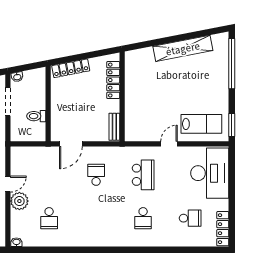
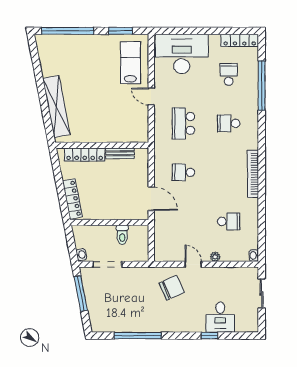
shelving: (183, 48) -> (56, 107), moved
window: (232, 125) -> (120, 31), moved
bench: (114, 127) -> (120, 153), moved
school desk: (143, 175) -> (183, 123), turned -90
plant: (19, 201) -> (215, 257), width x0.53, depth x0.53
school desk: (143, 218) -> (229, 123), turned 180
bookcase: (95, 241) -> (253, 174), added
window: (179, 250) -> (262, 86), added

